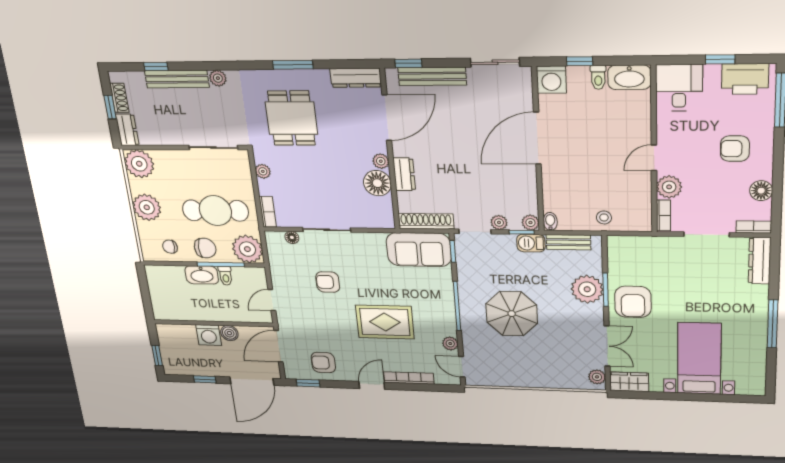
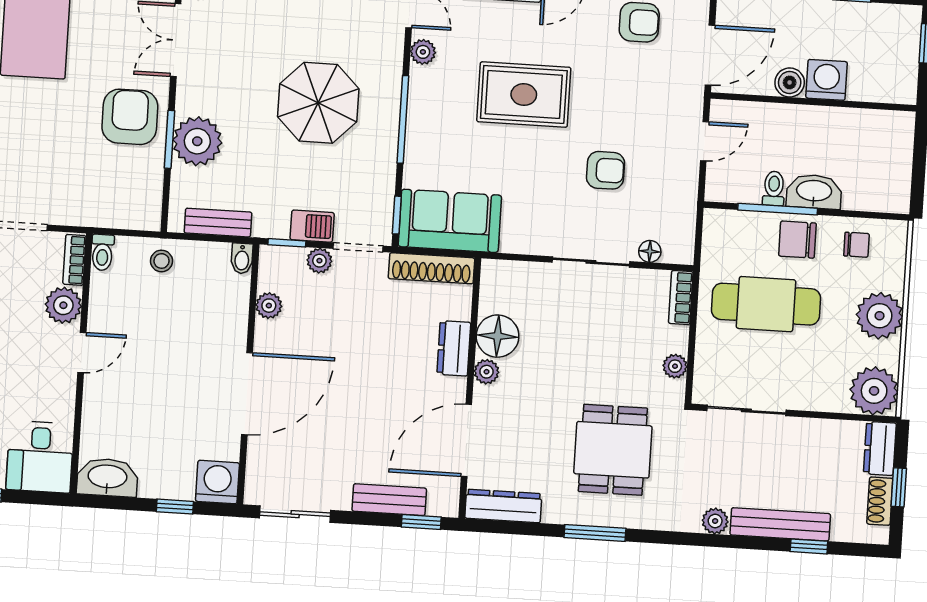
bench: (432, 76) -> (389, 500), width x0.73
toilet: (598, 77) -> (102, 252), moved, turned 180
plant: (530, 223) -> (269, 306), moved
barbecue: (531, 243) -> (312, 226), moved
plant: (247, 249) -> (727, 234), removed

